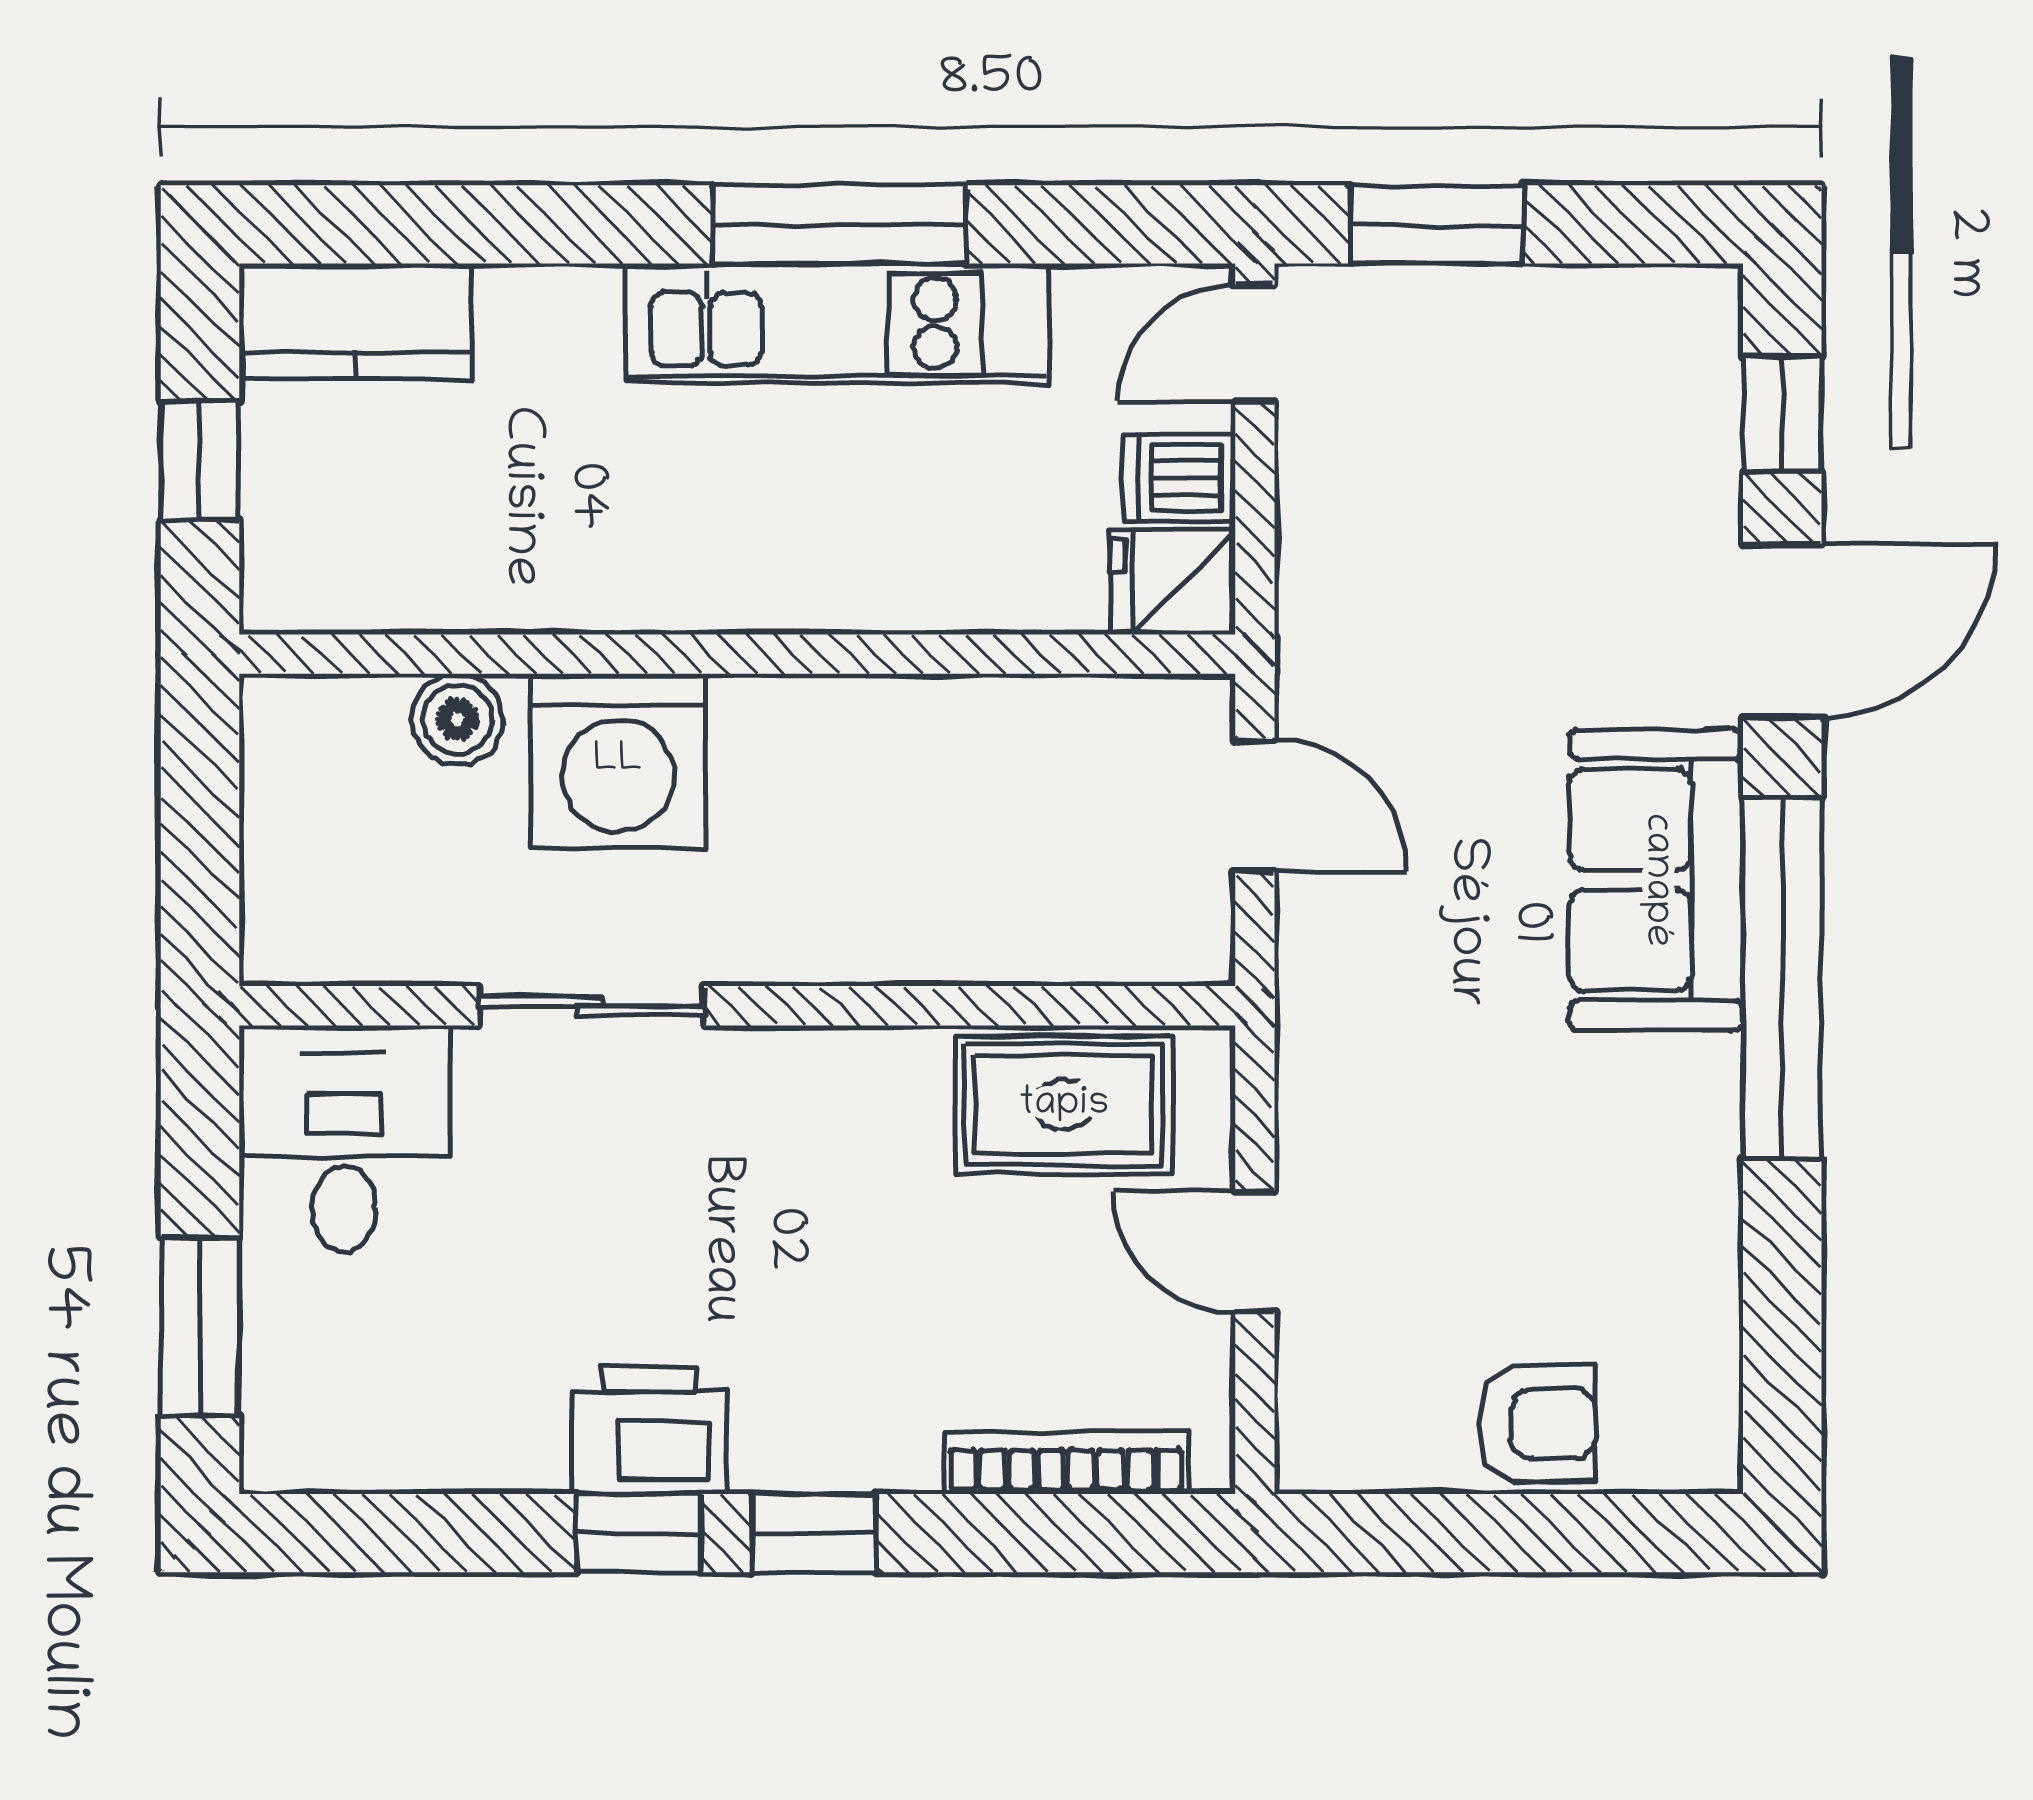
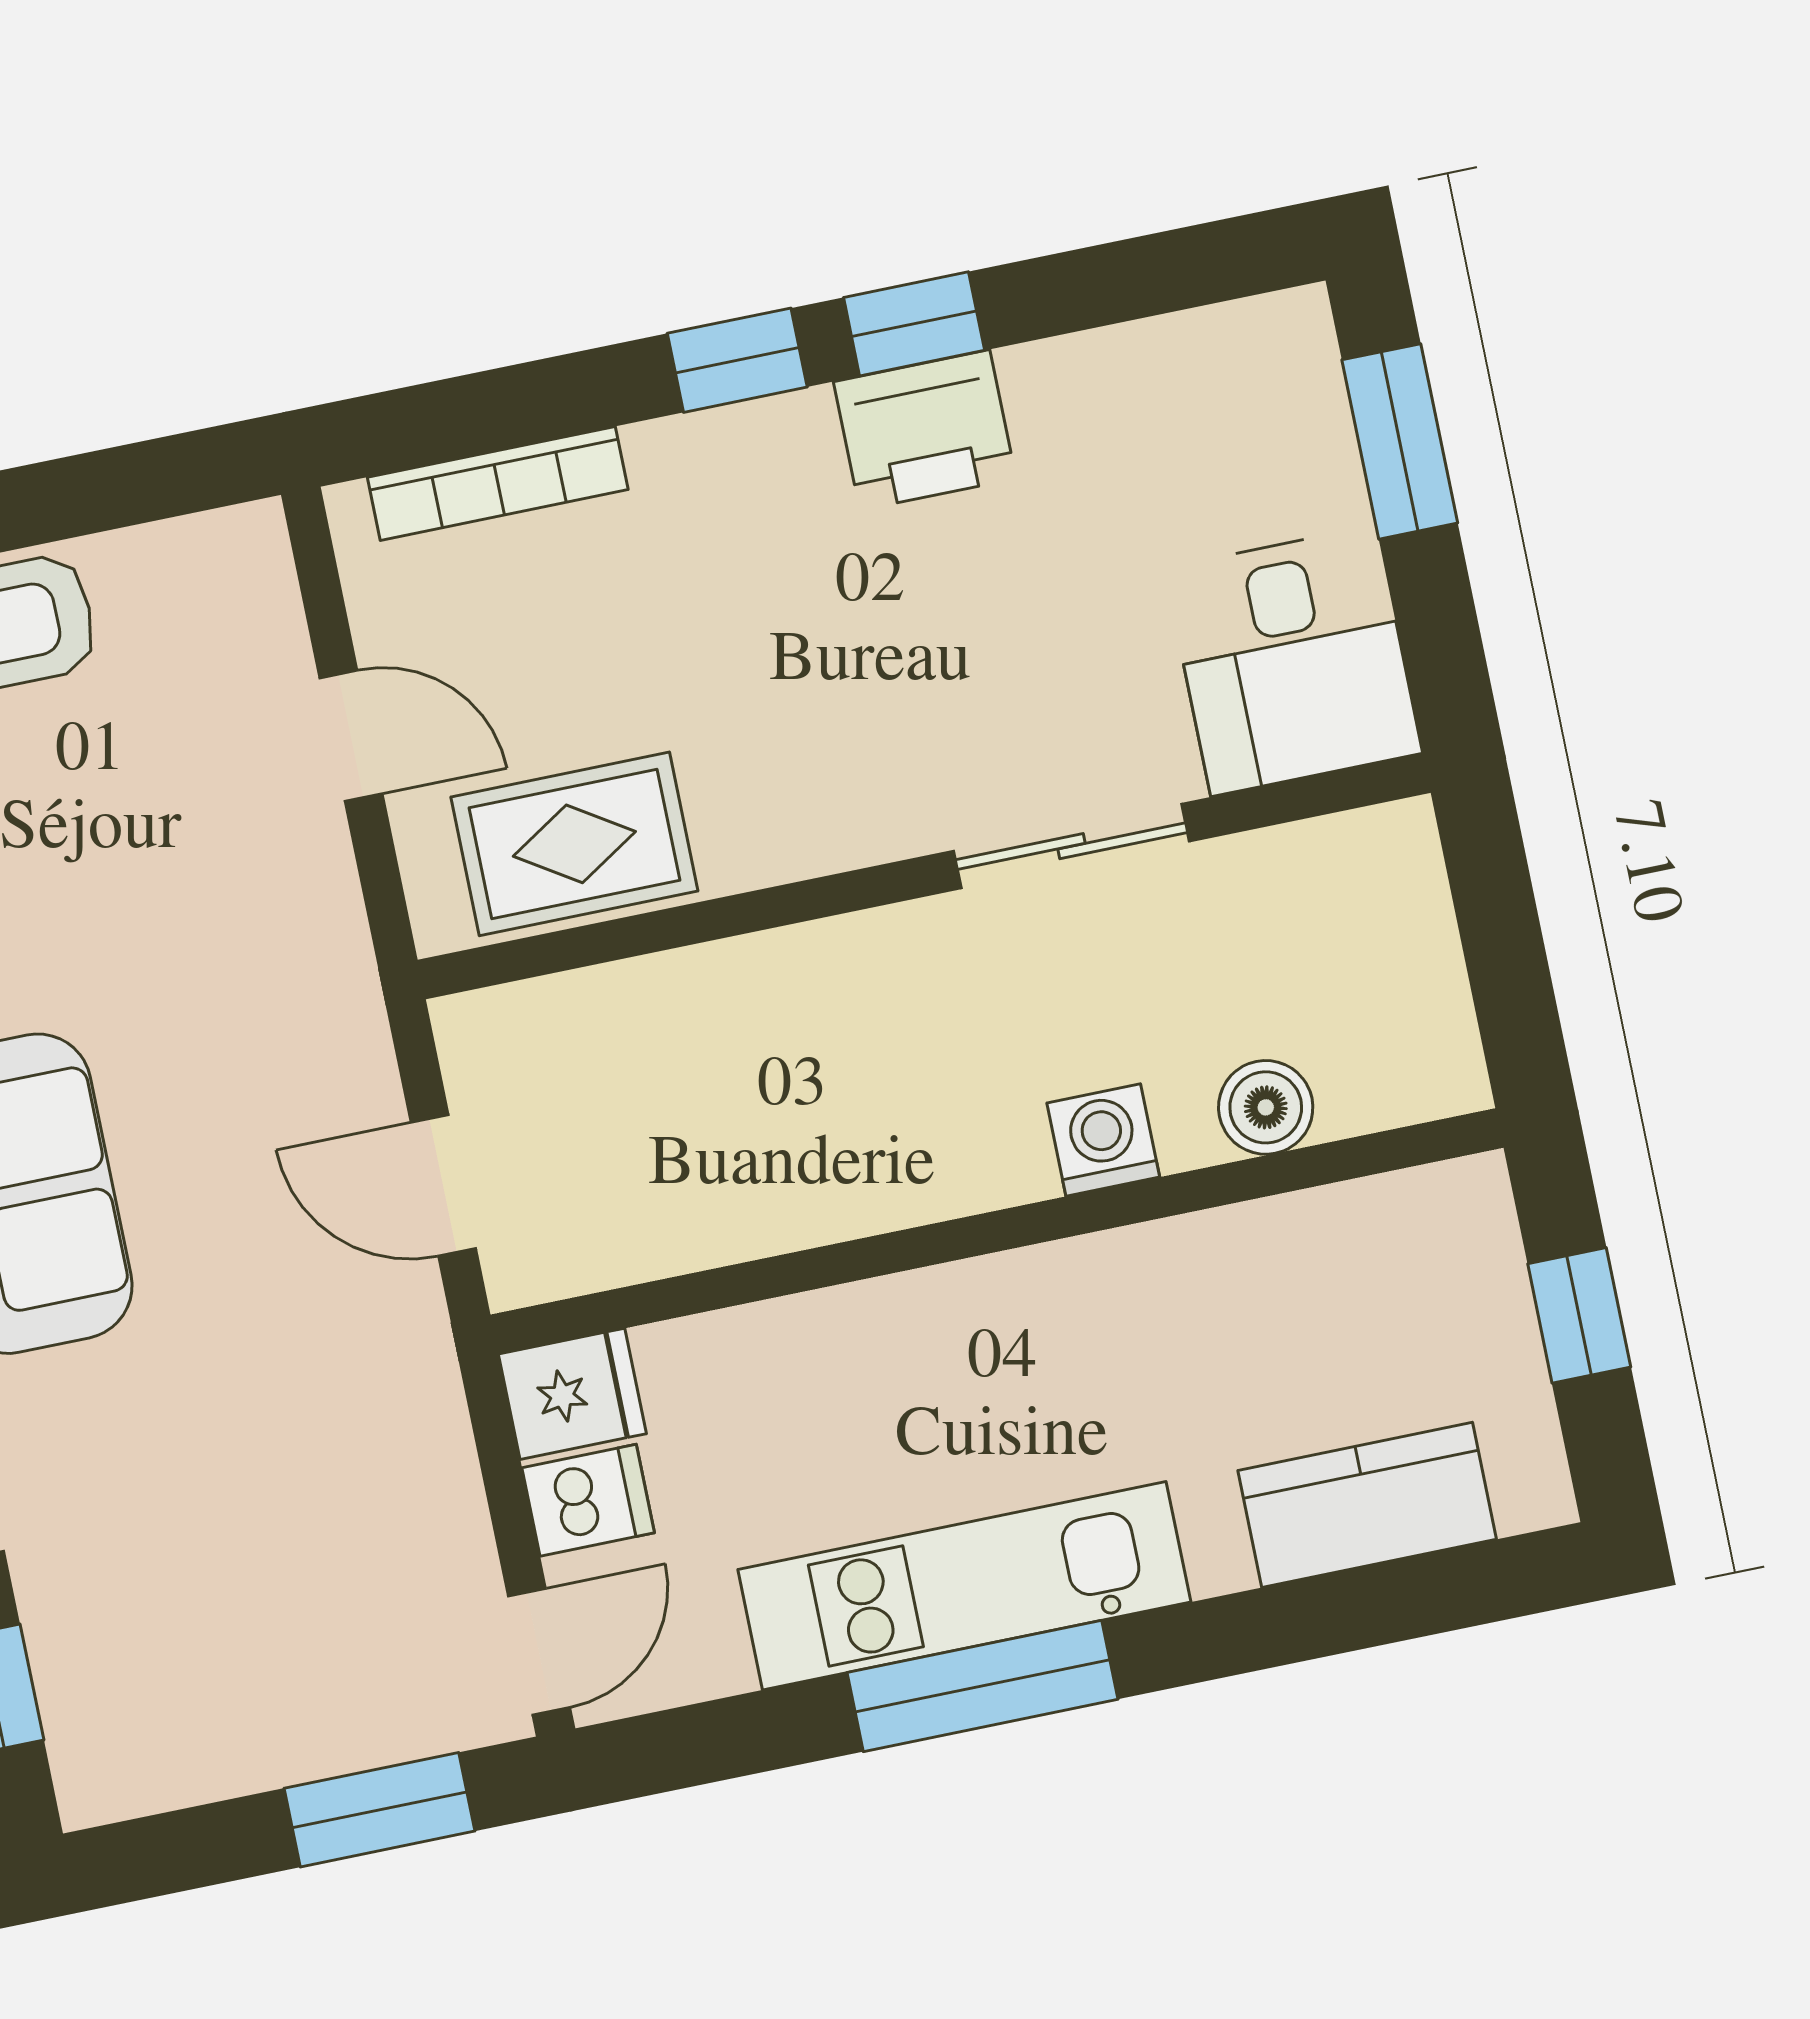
kitchen counter: (355, 322) -> (1367, 1505), moved
washing machine: (618, 761) -> (1103, 1140), width x0.53, depth x0.53

